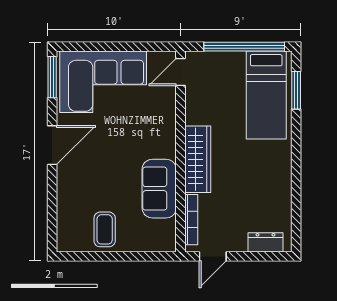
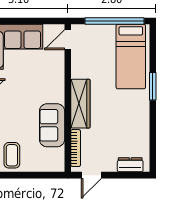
window: (296, 90) -> (153, 86), moved

